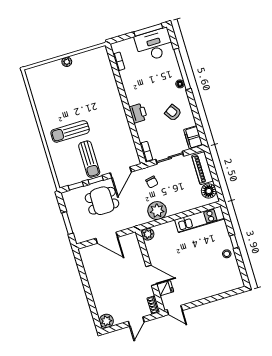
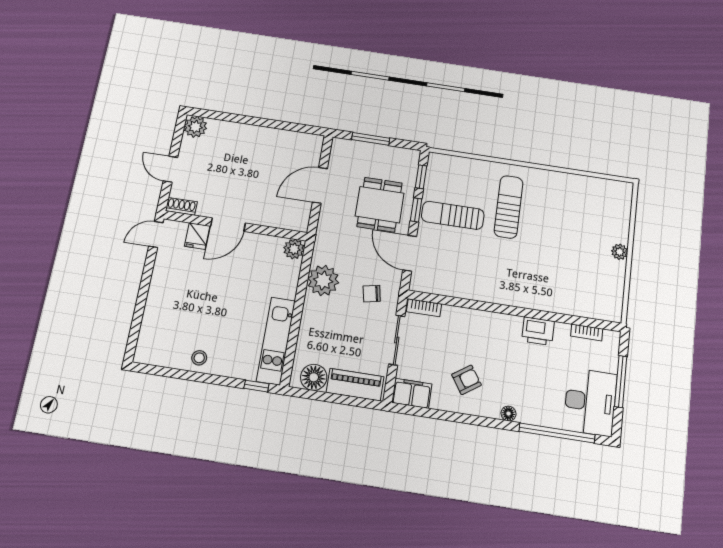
window: (148, 30) -> (621, 381), moved
window: (182, 69) -> (557, 433), moved
printer: (138, 113) -> (538, 331), moved
window: (234, 242) -> (256, 386), moved

